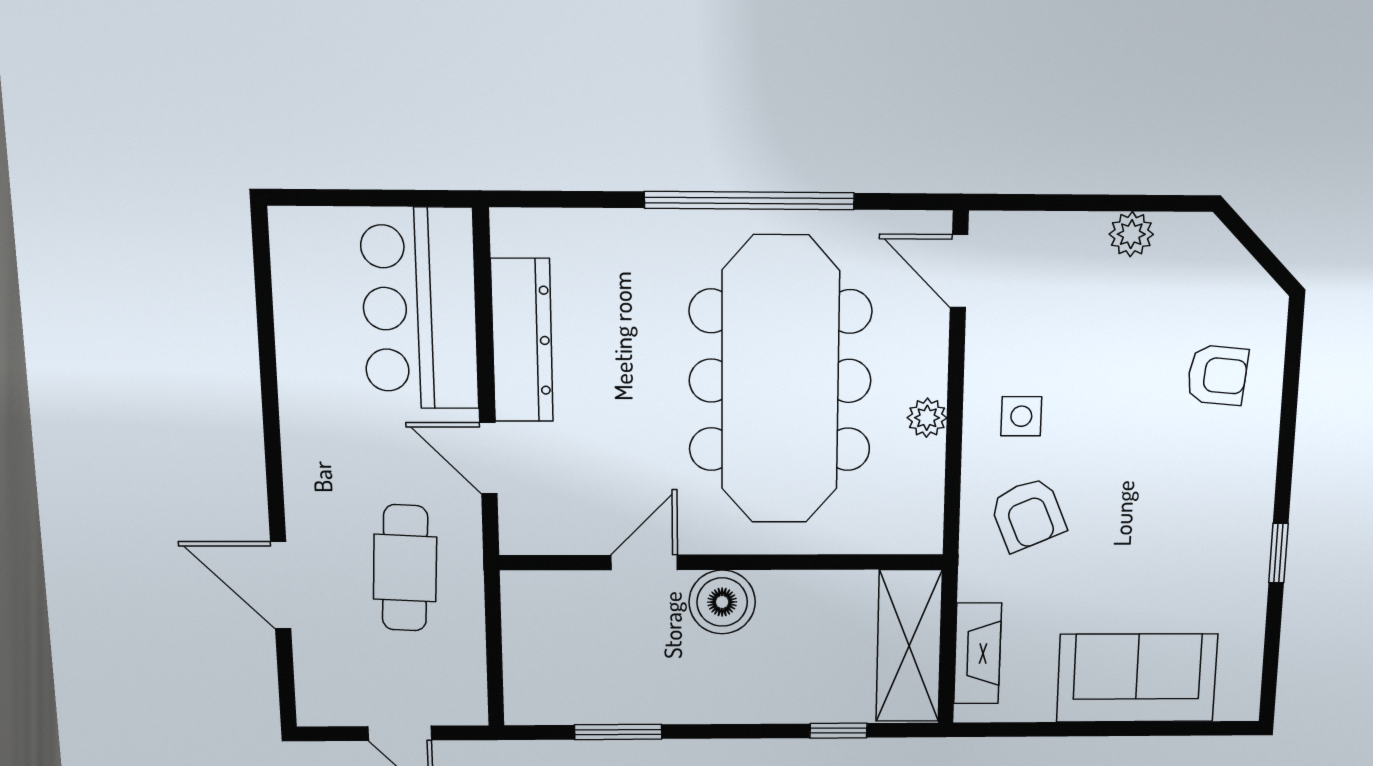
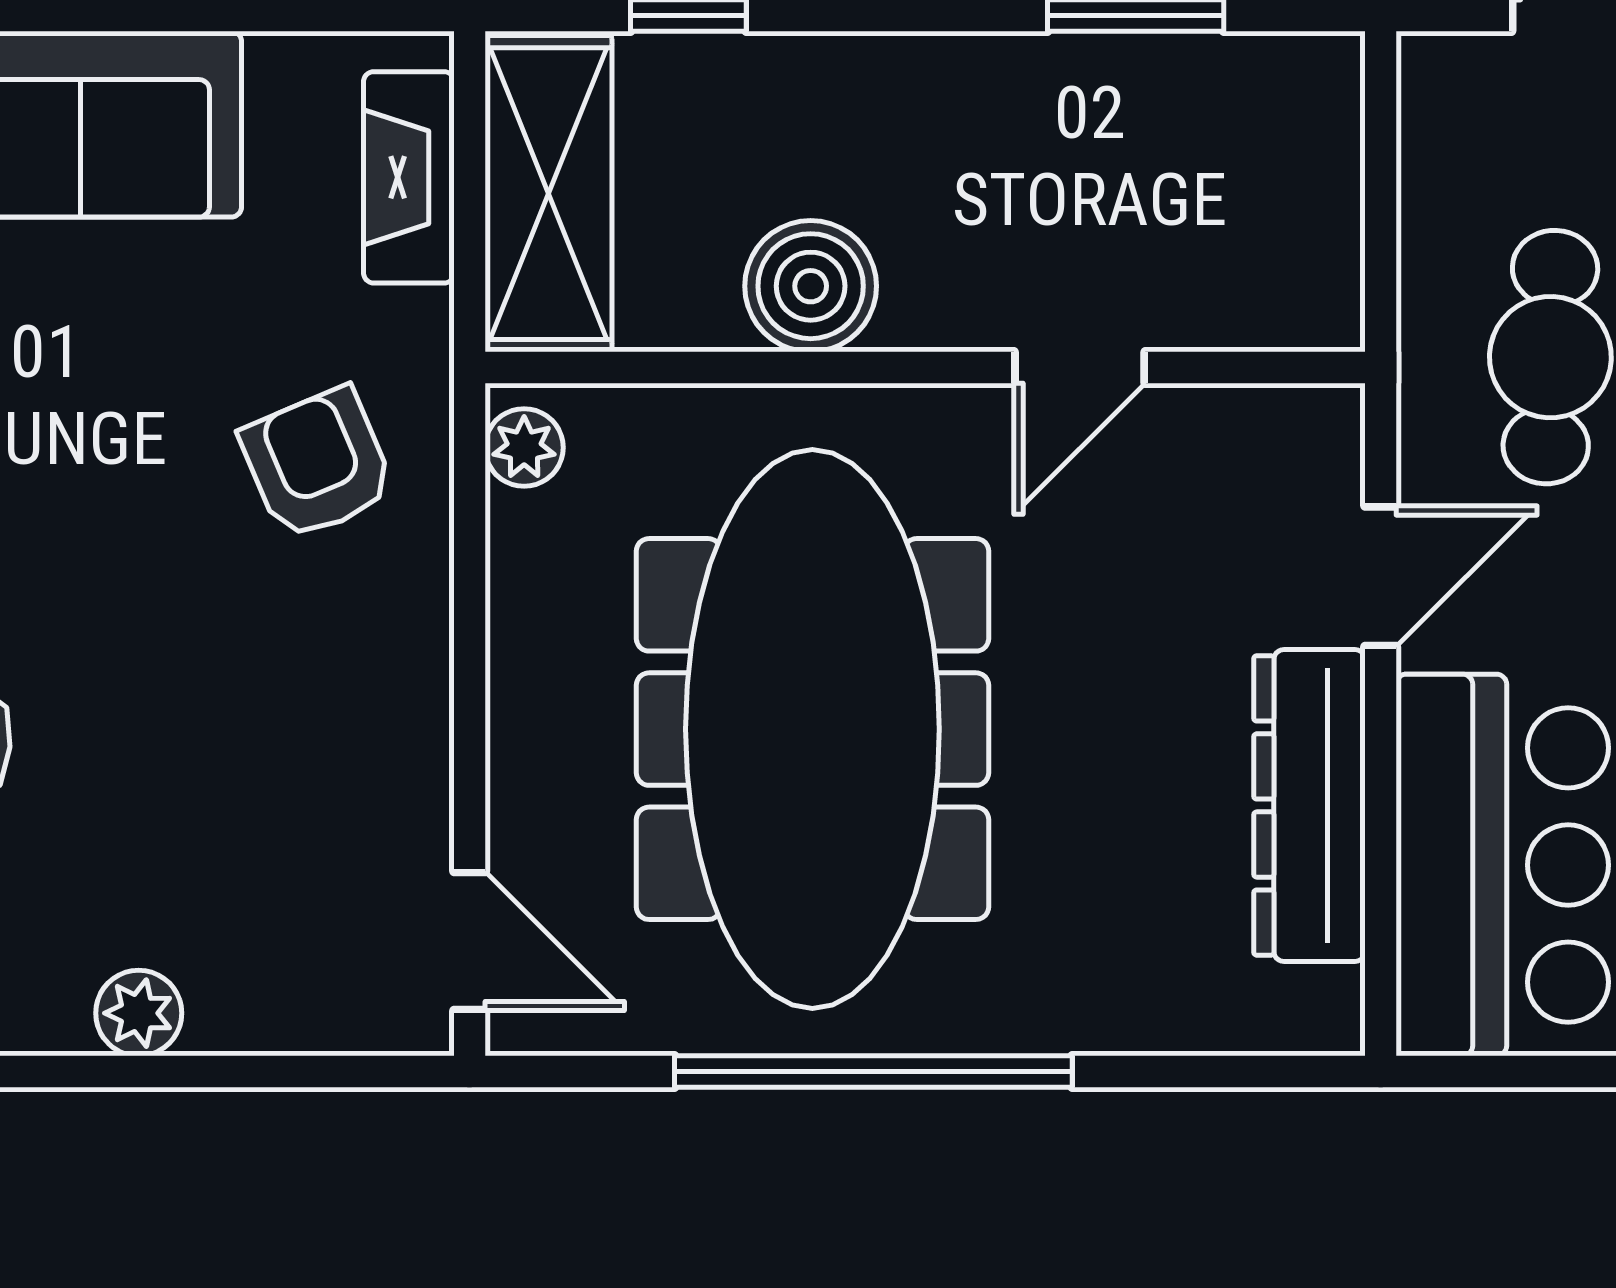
side table: (1021, 416) -> (338, 660), removed
plant: (927, 418) -> (524, 448), moved
door: (488, 458) -> (1381, 576), hinge flipped
boiler: (722, 602) -> (811, 286), moved

